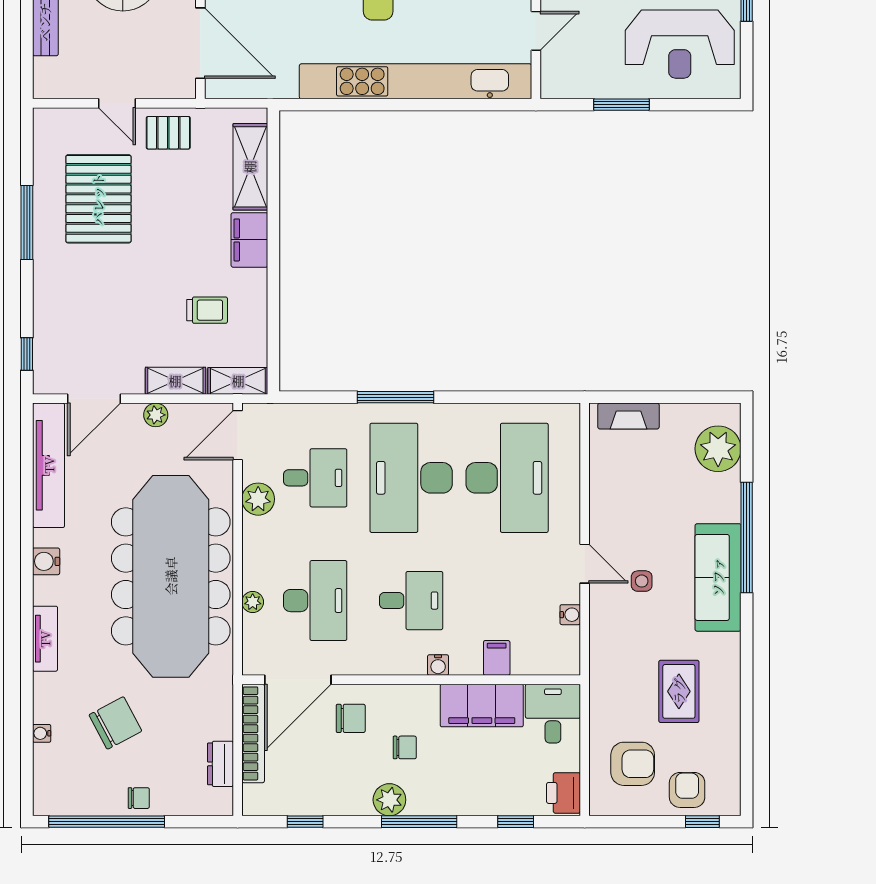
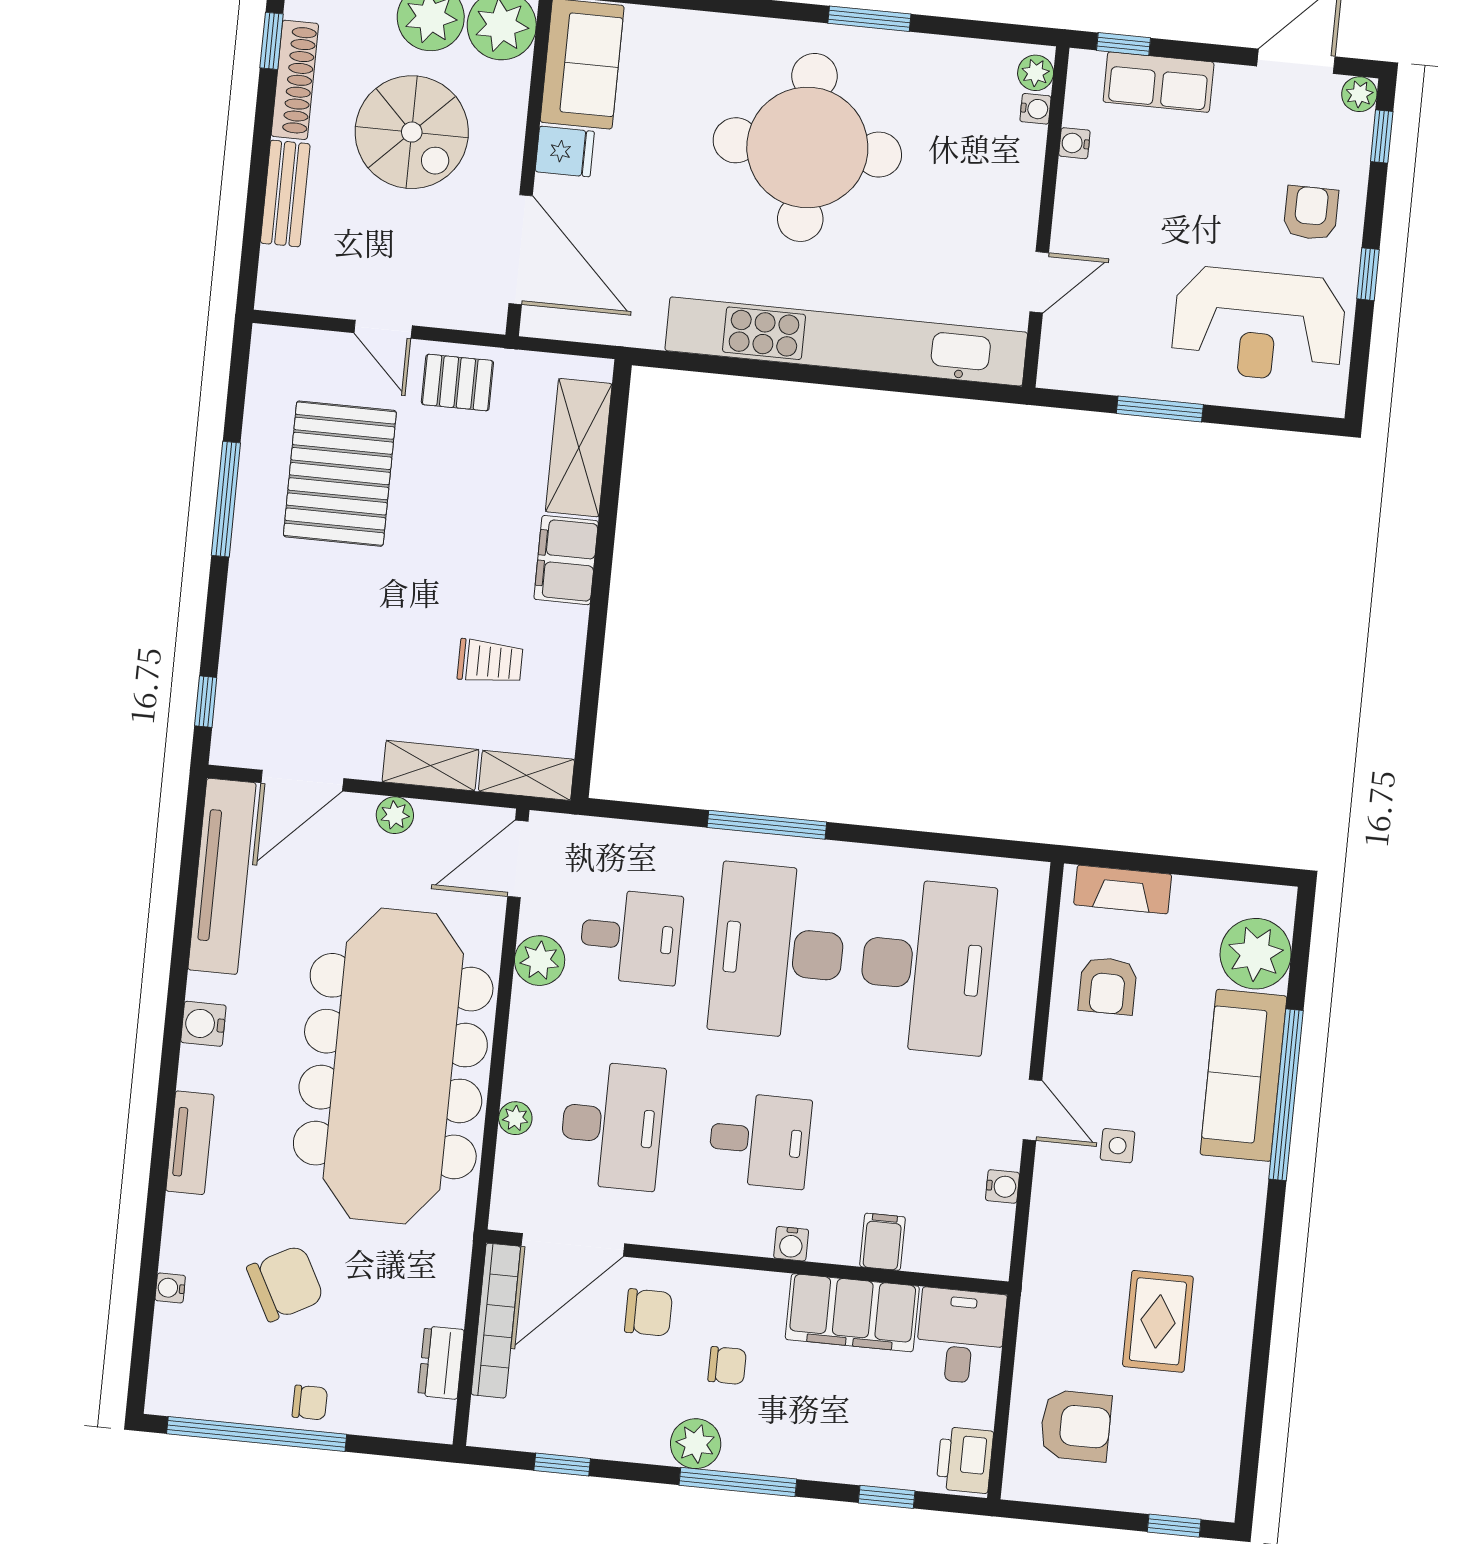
sofa: (718, 577) -> (1243, 1075), moved
armchair: (687, 790) -> (1108, 986), moved, turned 180

